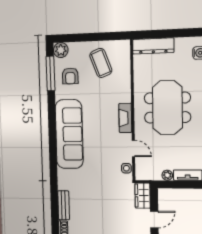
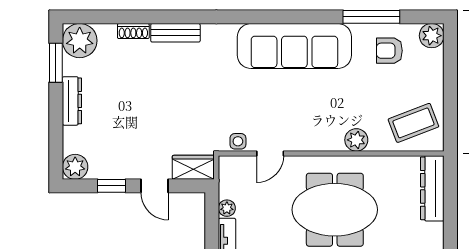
coffee table: (101, 63) -> (413, 123), moved
window: (50, 74) -> (371, 17), moved
plant: (124, 95) -> (356, 140), added
fireplace: (125, 118) -> (320, 141), removed

